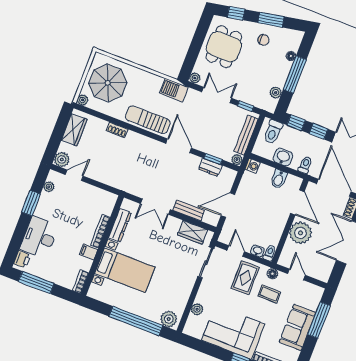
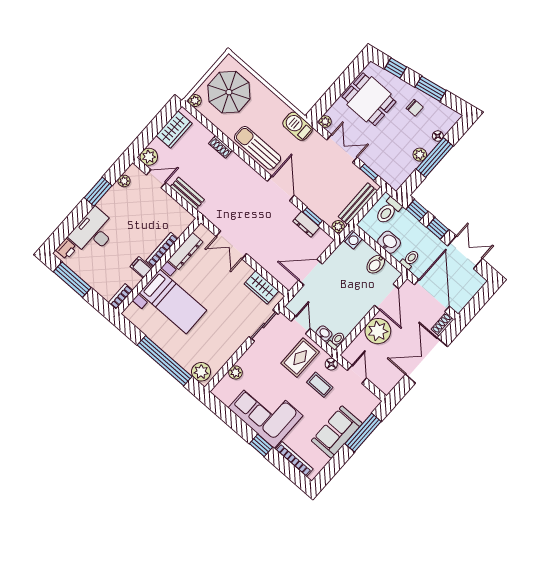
dining table: (224, 47) -> (369, 99), turned 90
plant: (276, 92) -> (420, 155), moved
bench: (189, 210) -> (187, 193), moved

